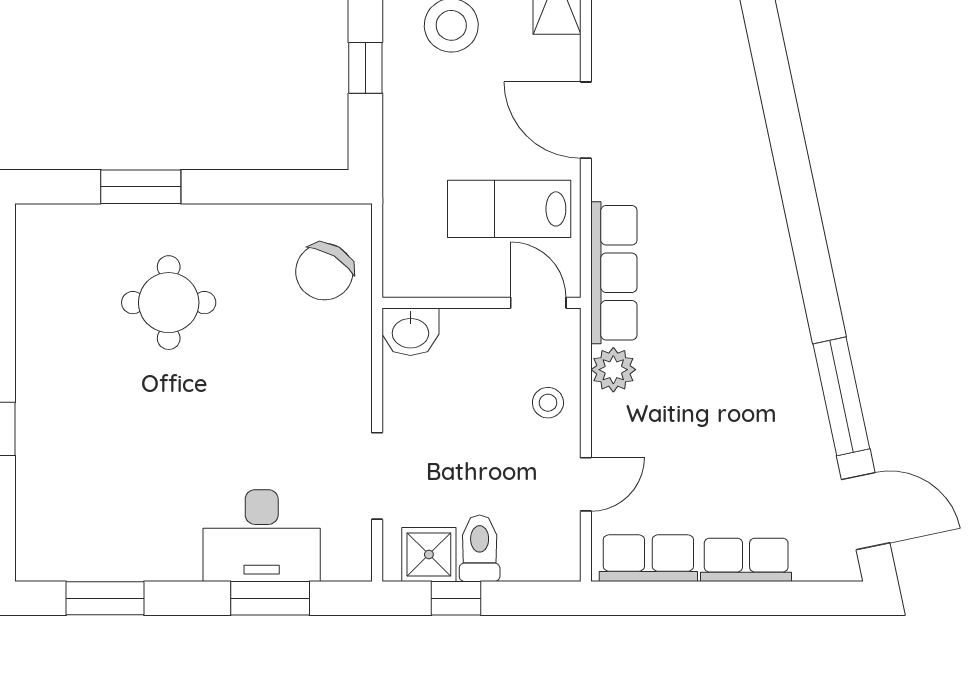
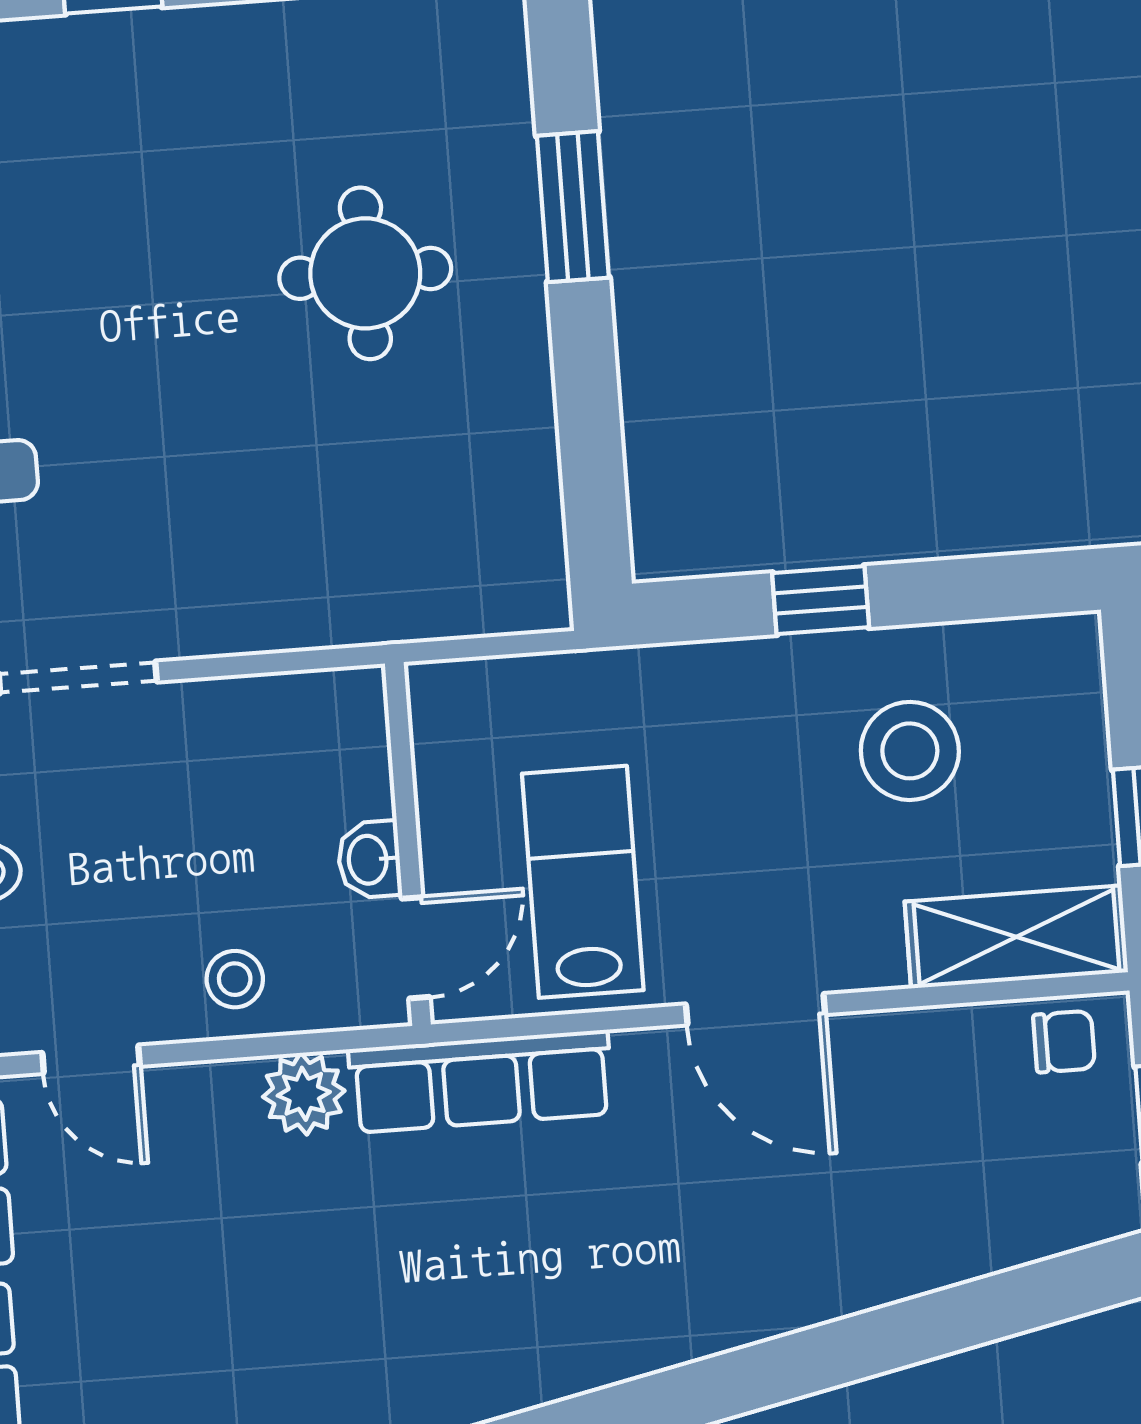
door: (586, 120) -> (755, 1009), swing flipped
chair: (324, 272) -> (443, 553), removed
washbasin: (410, 332) -> (369, 860), moved, width x0.72, depth x0.69

